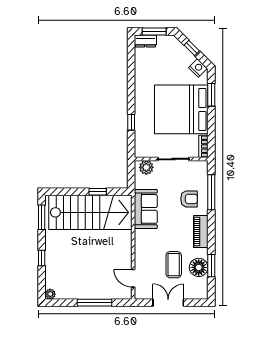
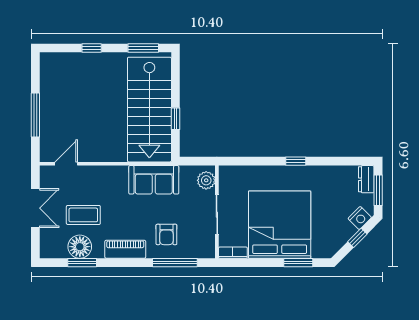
nightstand: (198, 68) -> (360, 218), moved
window: (131, 122) -> (296, 161), moved
plant: (50, 294) -> (46, 59), removed

